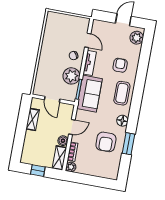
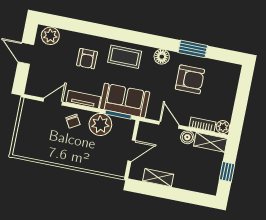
armchair: (120, 65) -> (87, 59), turned -90

